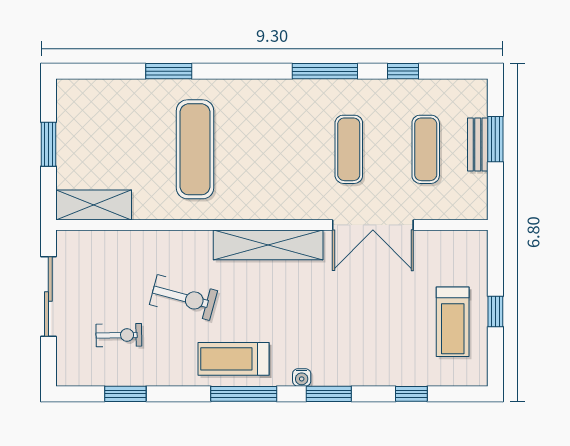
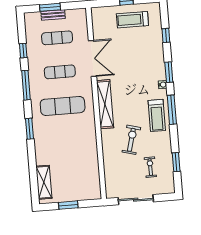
window: (169, 71) -> (30, 129), moved
exercise mat: (195, 149) -> (63, 106), moved
shelving: (94, 205) -> (44, 182), moved
treadmill: (453, 322) -> (132, 20), turned 180

